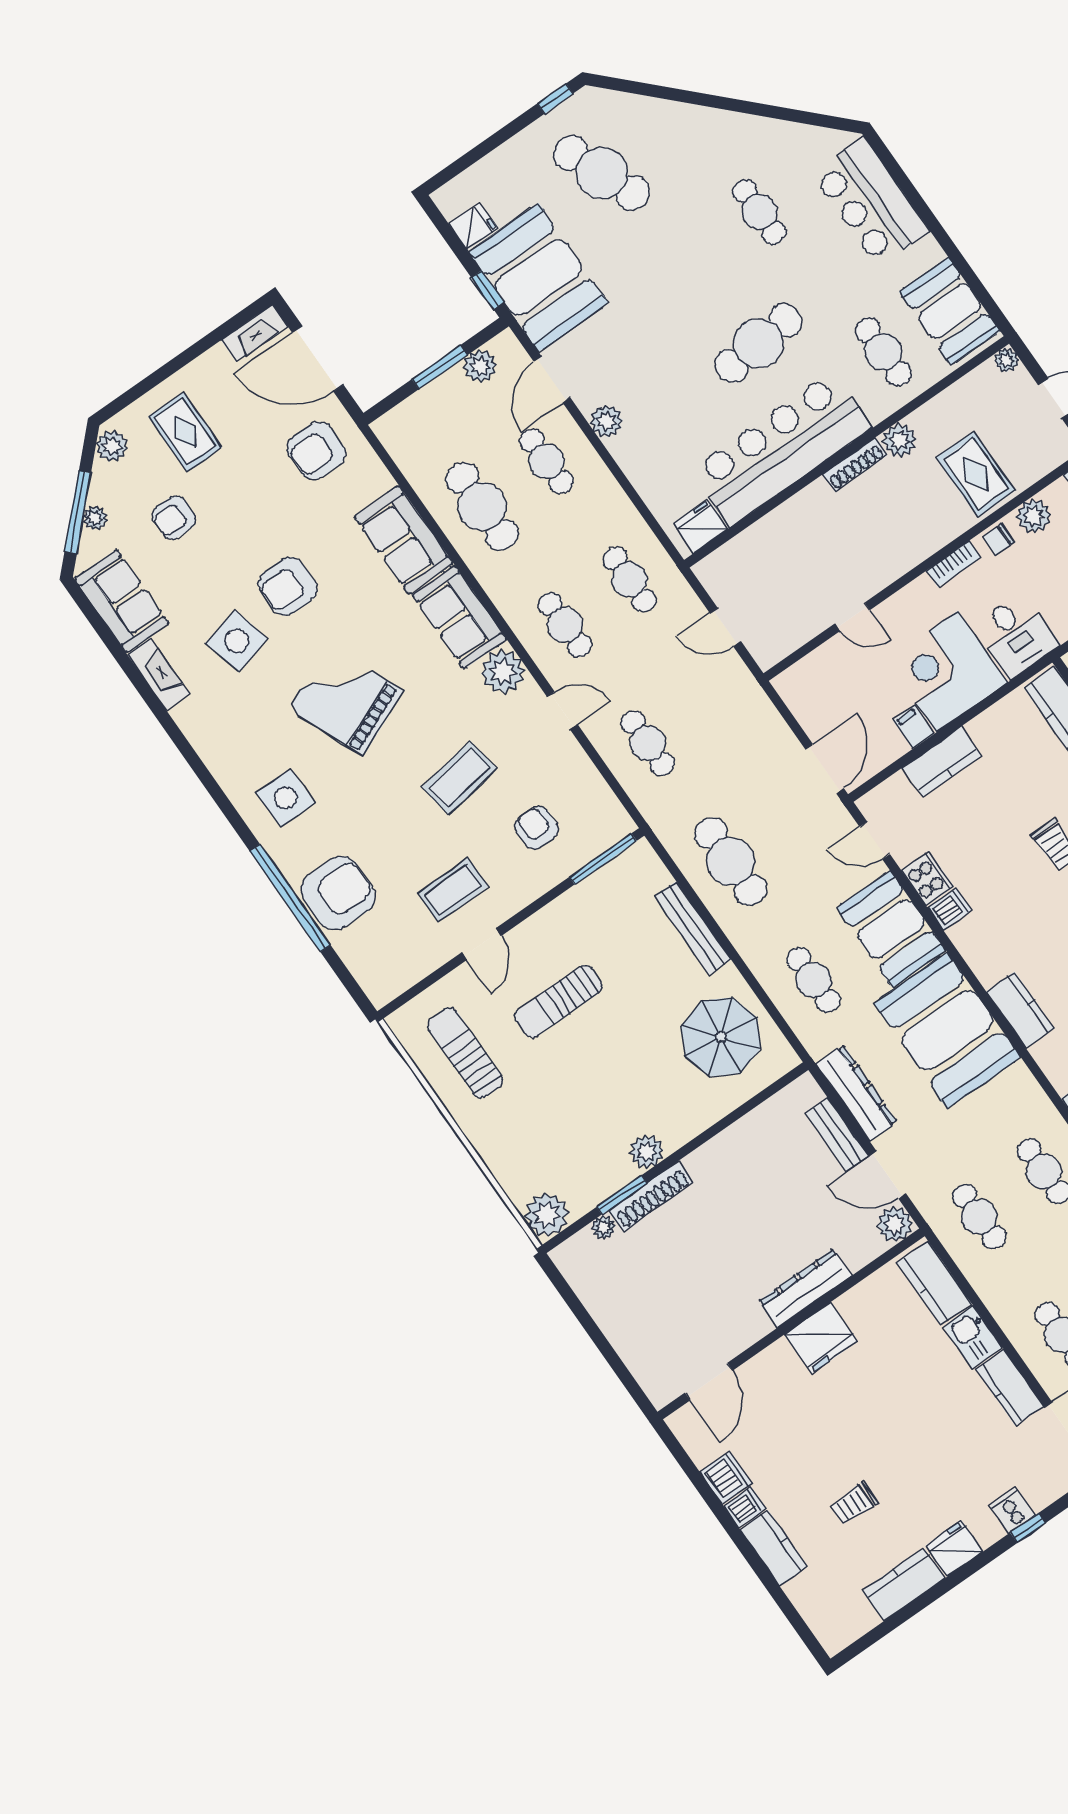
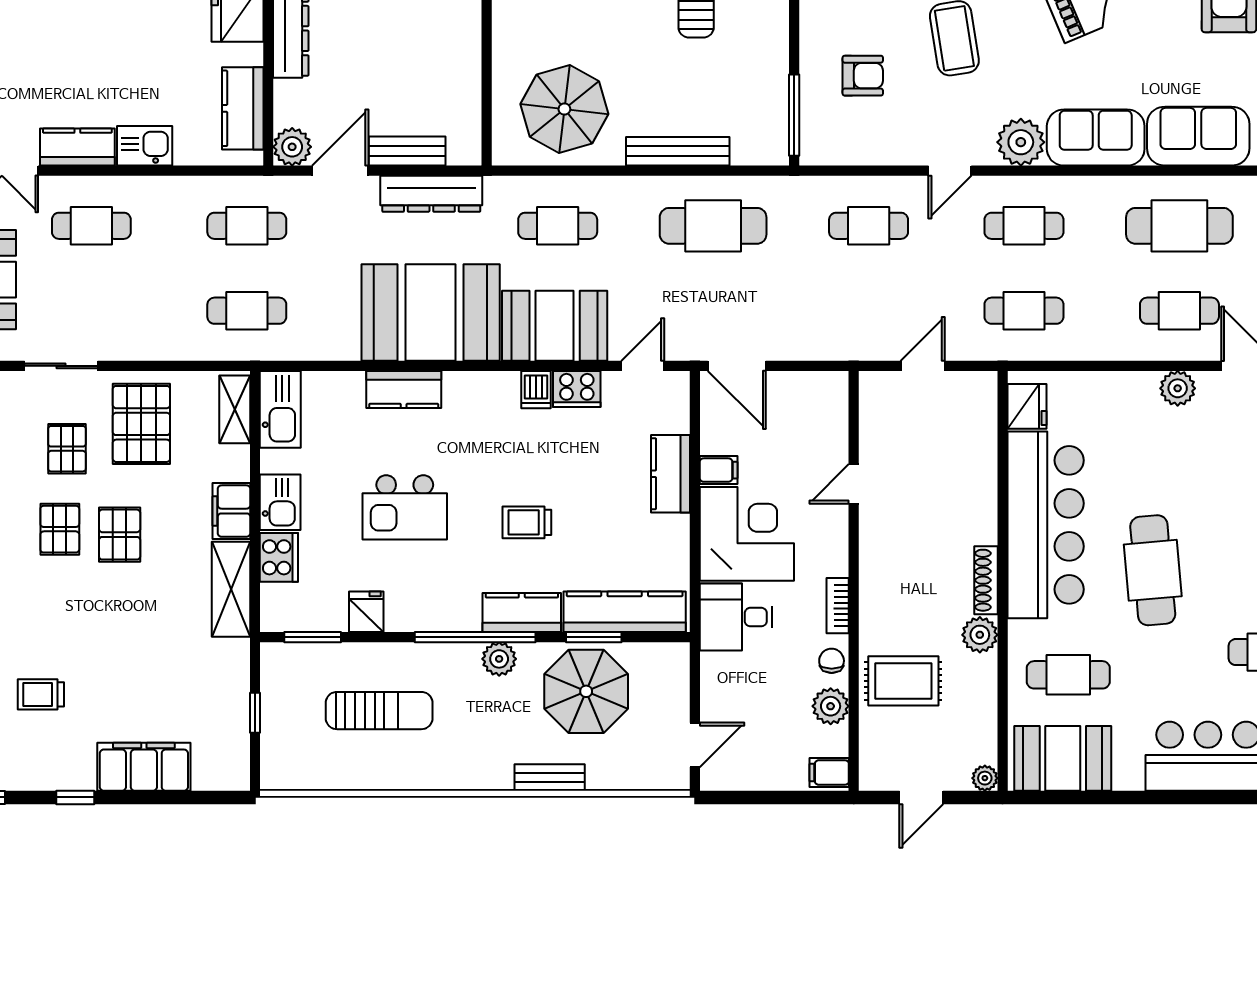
kitchen counter: (934, 1283) -> (243, 108), moved, turned -90

